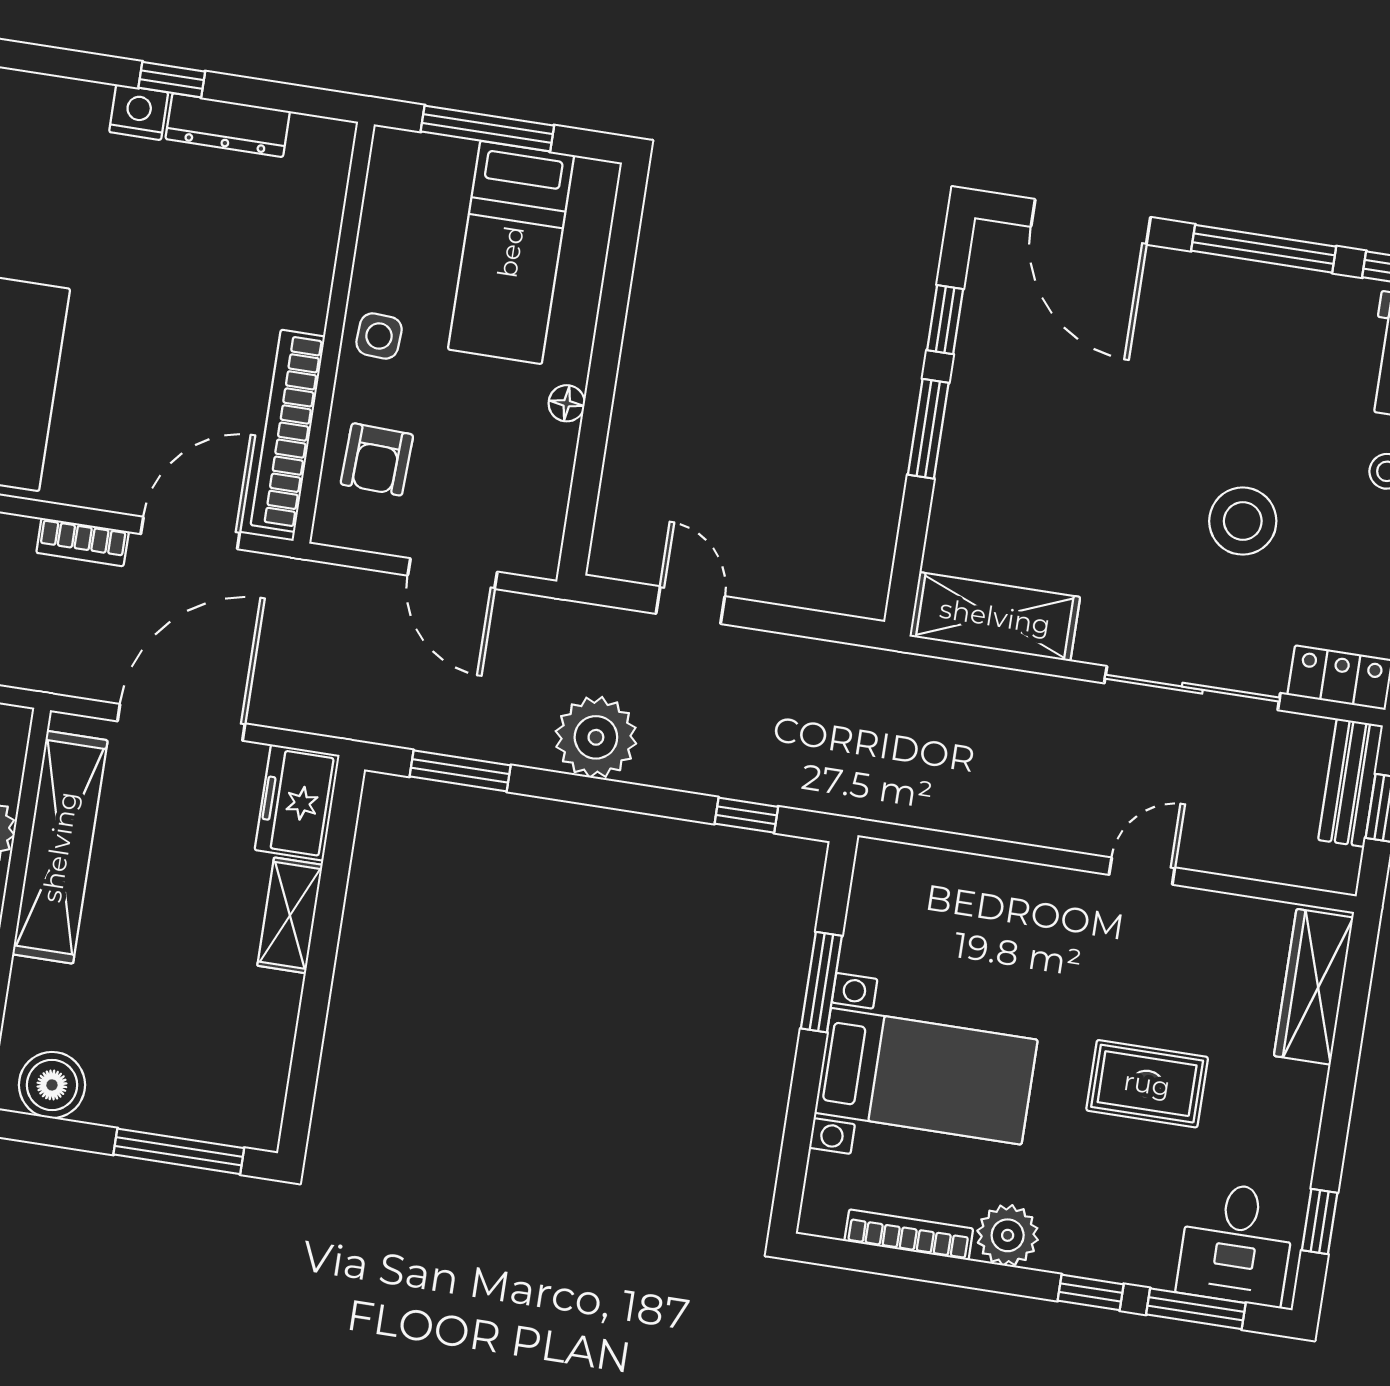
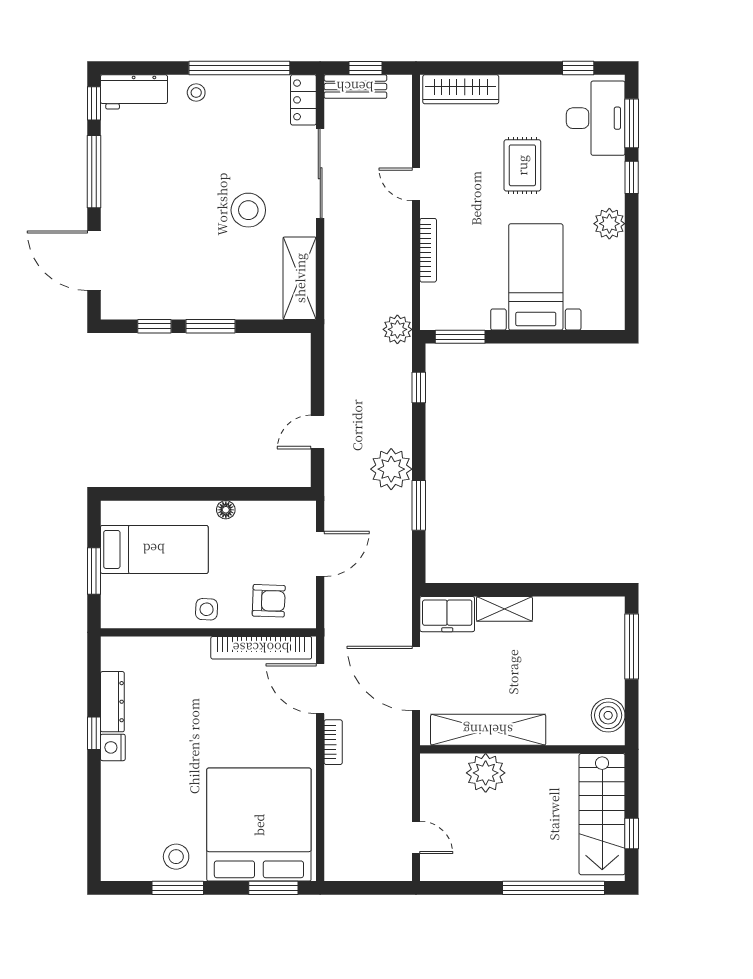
window: (487, 129) -> (94, 571), width x0.69
door: (1091, 222) -> (94, 261), swing flipped
stool: (1243, 521) -> (248, 210), moved
window: (460, 771) -> (419, 505), moved
plant: (866, 791) -> (397, 329), added
window: (821, 982) -> (460, 337), moved
bookcase: (909, 1235) -> (428, 250), moved, turned 180
desk: (1236, 1244) -> (596, 118), width x1.37

